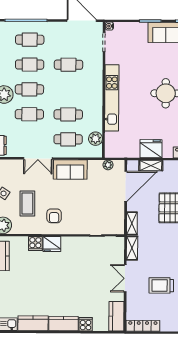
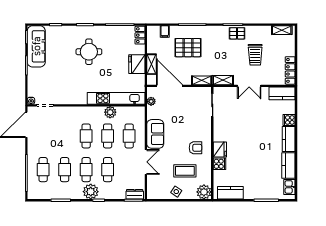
cafe table: (68, 65) -> (86, 136), moved
kitchen unit: (112, 98) -> (116, 98), moved
plant: (96, 139) -> (110, 112), moved

